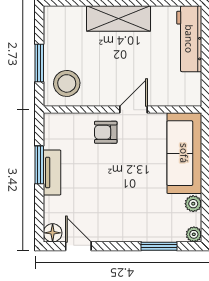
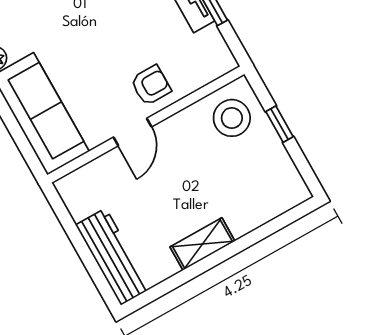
shelving: (119, 18) -> (202, 244), width x0.67, depth x0.75
window: (39, 63) -> (280, 124), width x0.67

